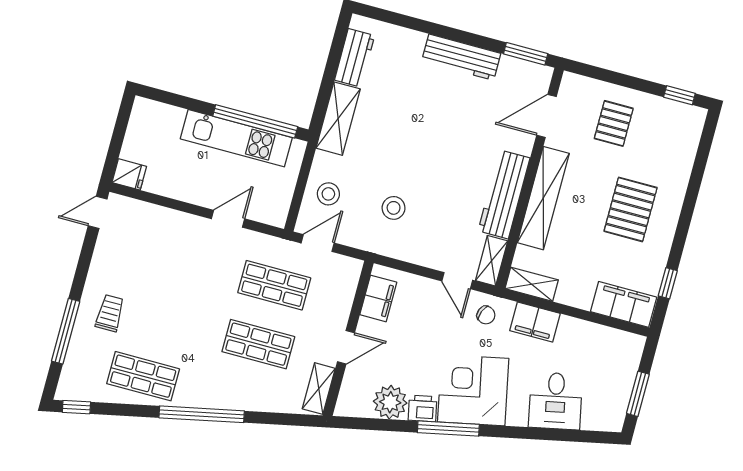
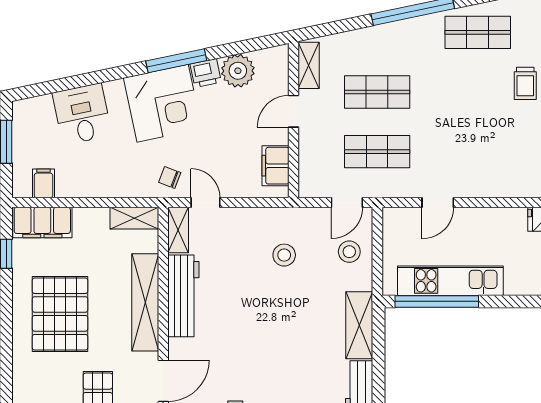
pallet: (631, 209) -> (60, 314), width x1.37, depth x1.41
filing cabinet: (535, 322) -> (44, 183), moved, width x0.50

